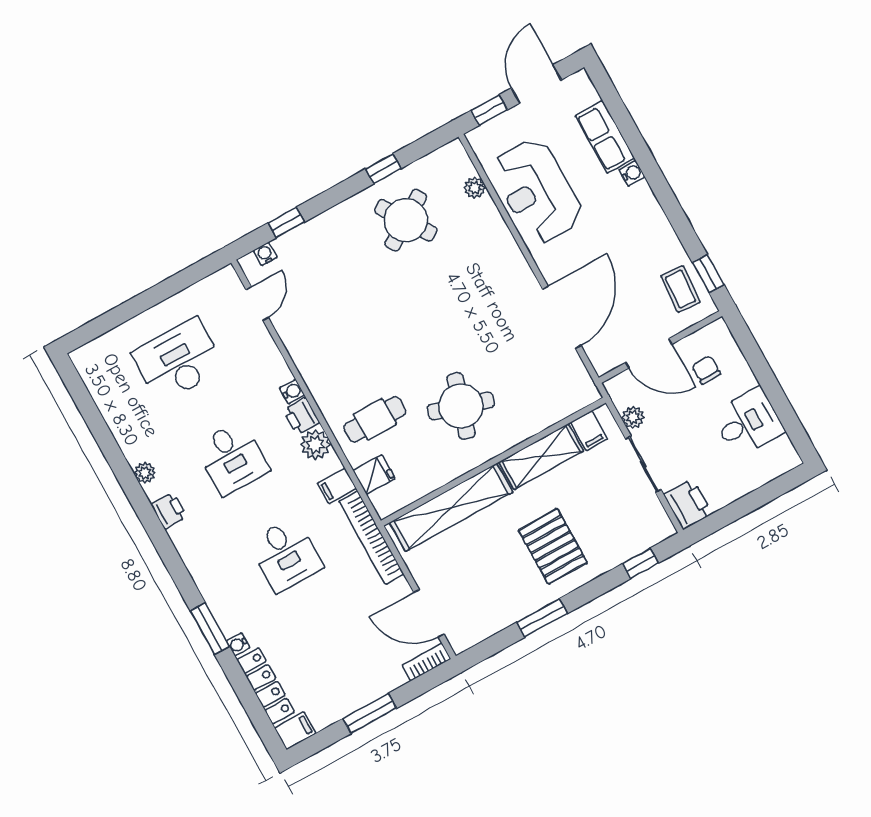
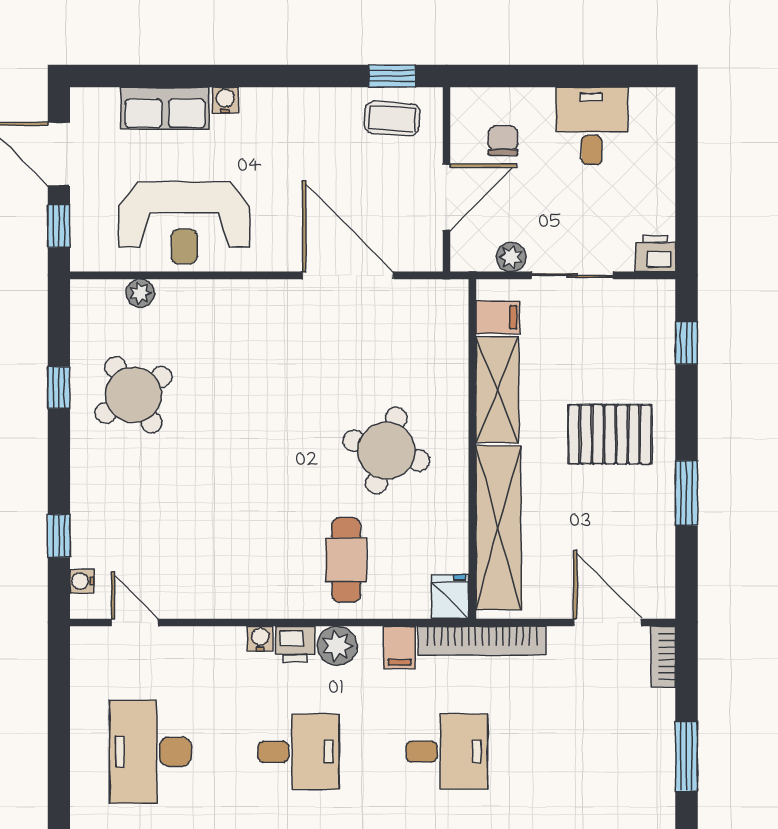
chair: (706, 370) -> (503, 141), turned 90
fridge: (374, 474) -> (450, 597), moved
printer: (688, 504) -> (655, 253), width x0.73, depth x0.81
door: (429, 613) -> (608, 622), swing flipped

